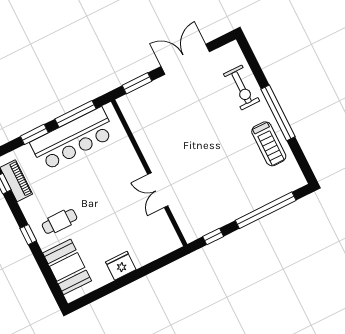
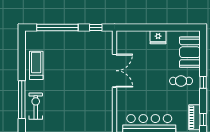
window: (278, 113) -> (22, 100), moved
double door: (158, 190) -> (115, 71), width x1.37

